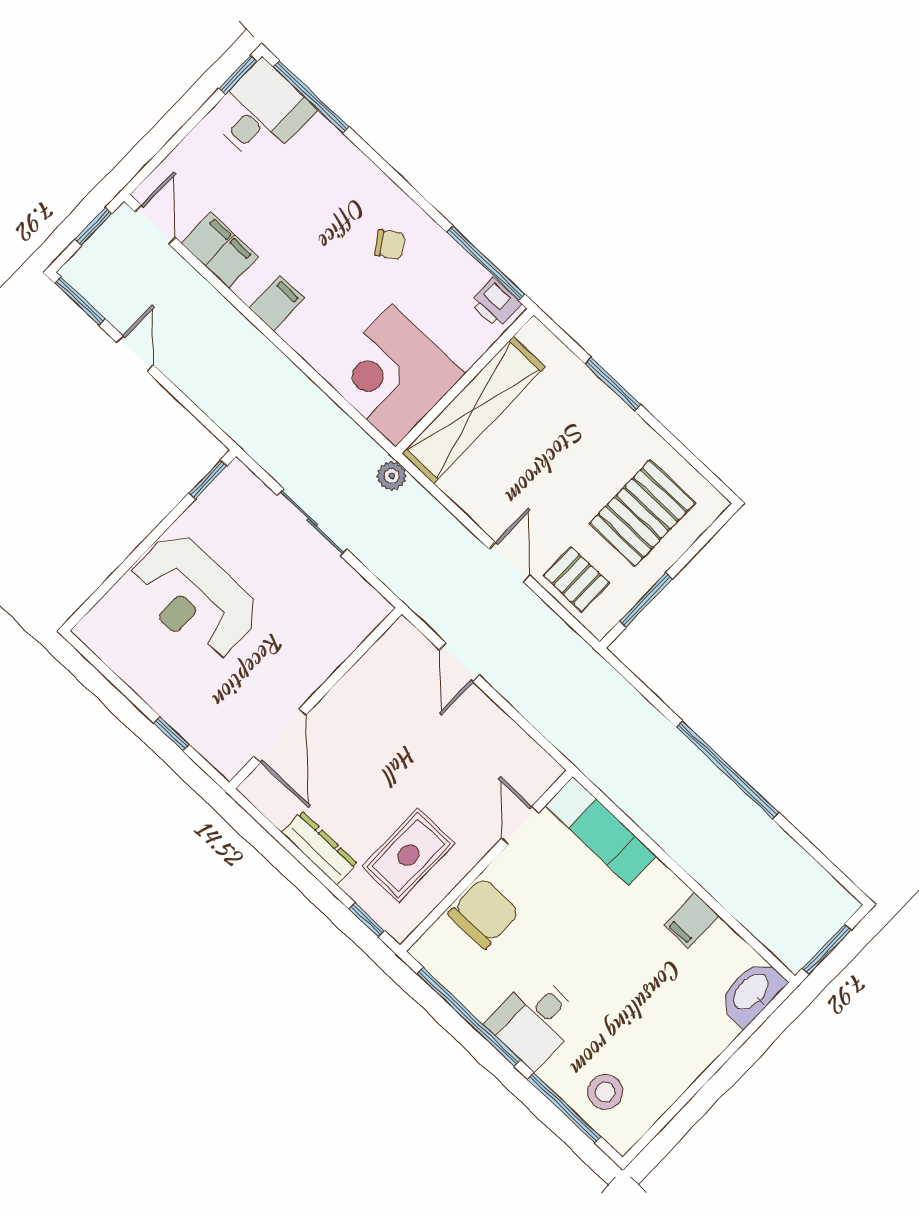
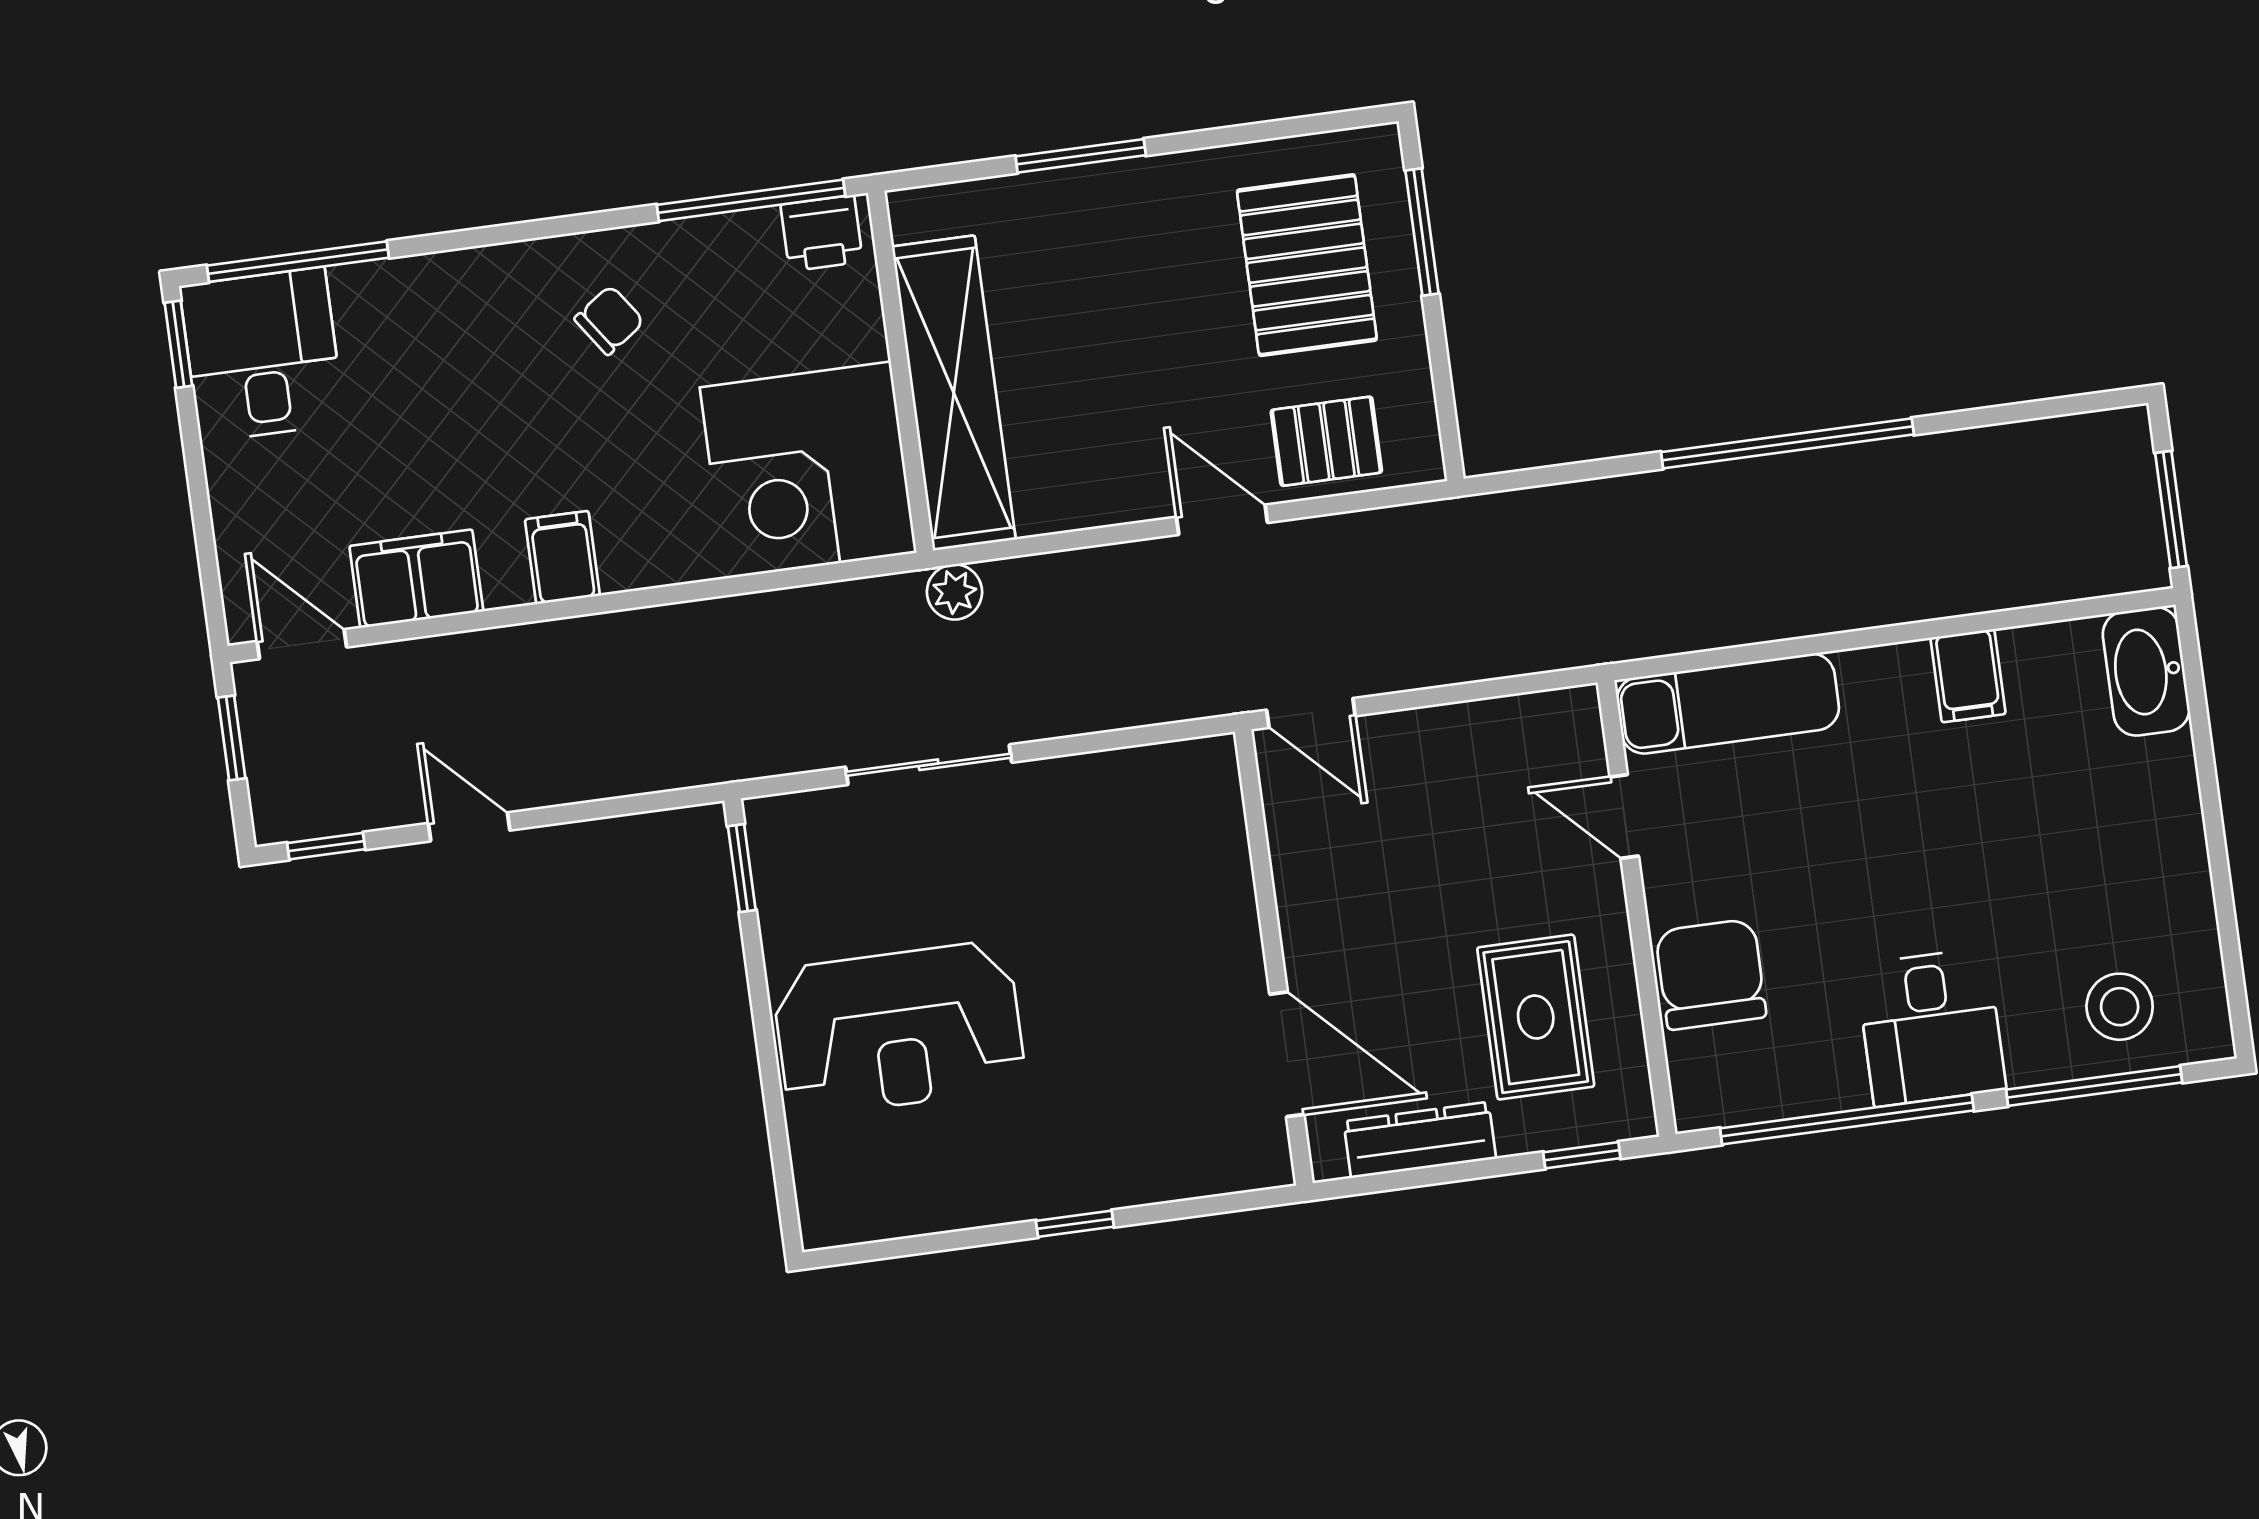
window: (80, 301) -> (326, 846), width x0.67
window: (646, 600) -> (1422, 232), moved
wall: (316, 698) -> (1274, 957), moved
door: (280, 736) -> (1287, 1054), moved

